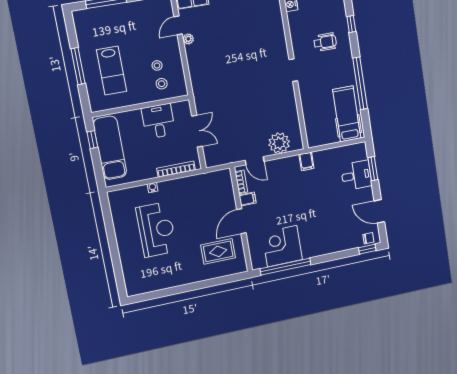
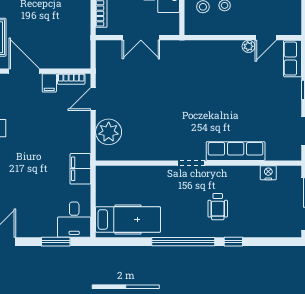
door: (178, 25) -> (266, 38), swing flipped
row of seats: (278, 35) -> (236, 151), added
window: (360, 83) -> (183, 242), moved
filing cabinet: (306, 161) -> (80, 169), width x2.00
desk: (356, 175) -> (74, 220), moved

